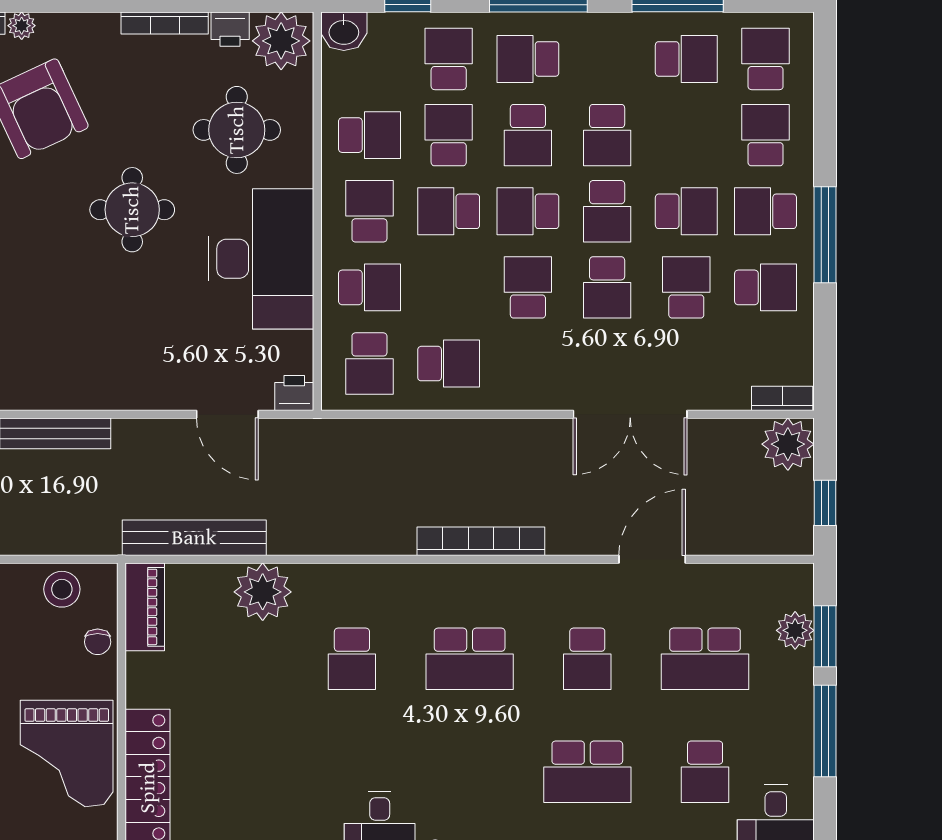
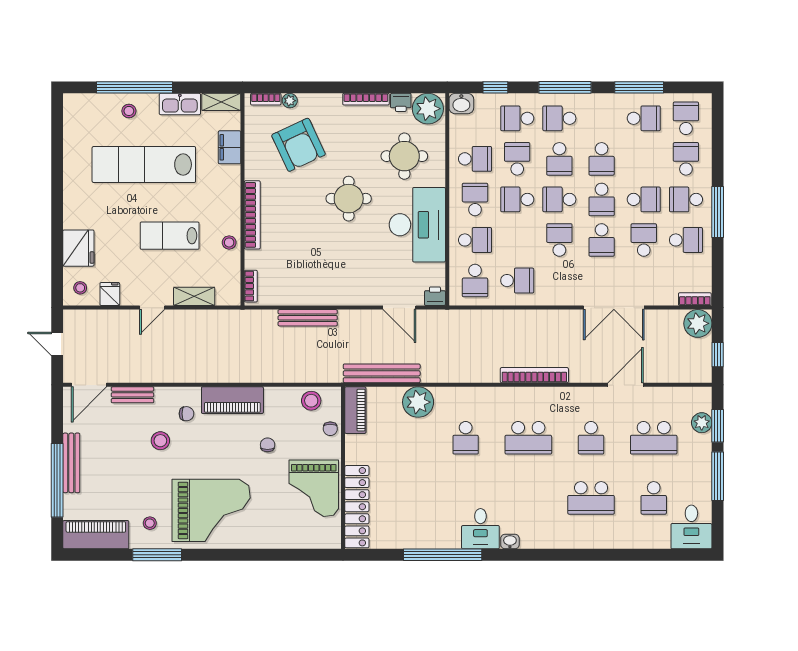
school desk: (449, 59) -> (517, 118), turned -90

